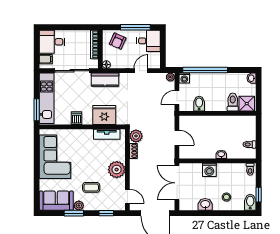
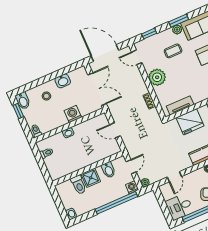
shower: (247, 104) -> (91, 178), moved
plant: (136, 136) -> (153, 115), removed

